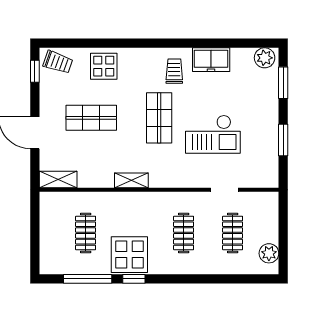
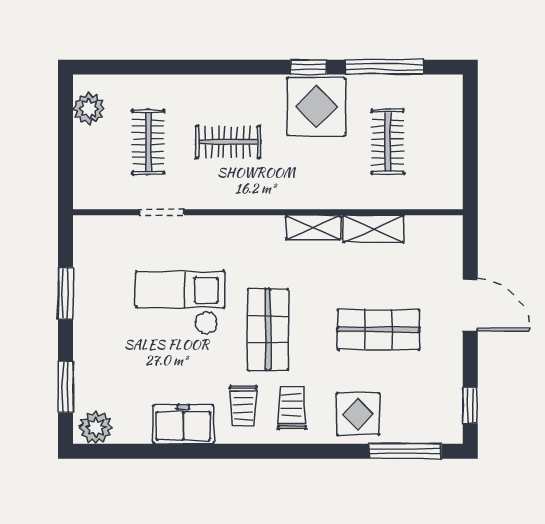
window: (75, 43) -> (405, 451), added
trolley: (58, 62) -> (292, 408), moved, turned 71
shelving: (58, 180) -> (373, 229), moved
clothes rail: (184, 233) -> (228, 142), turned 90

